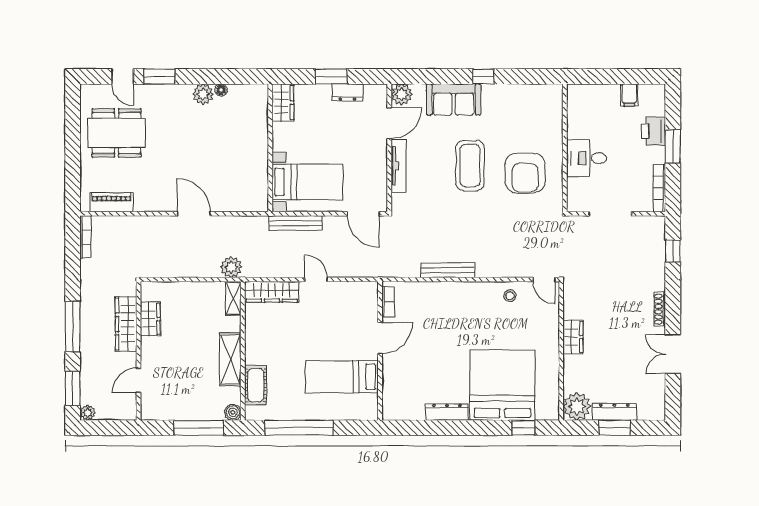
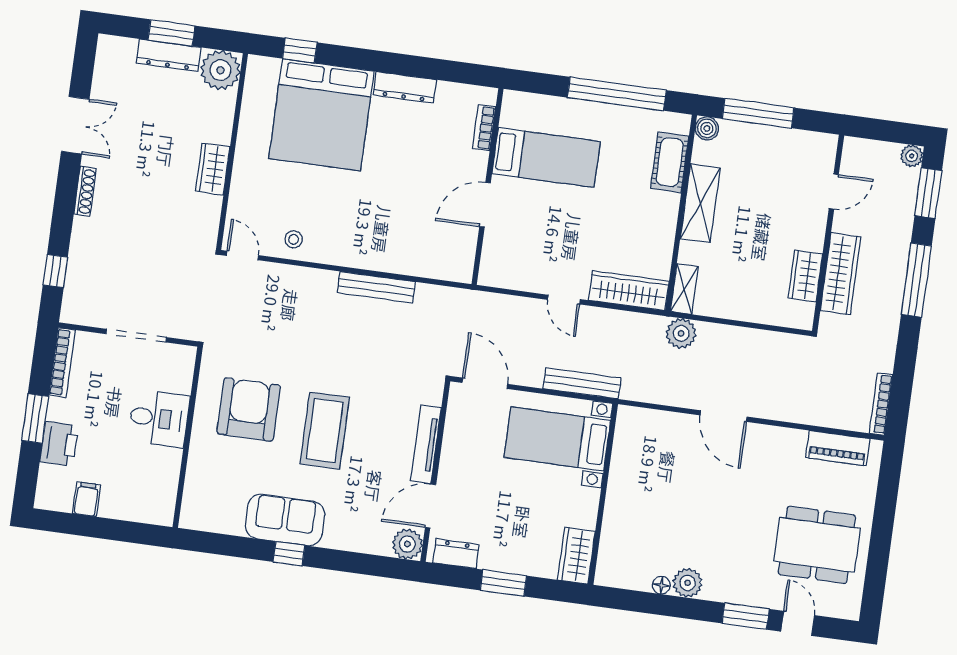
dresser: (347, 92) -> (456, 554), moved
sofa: (454, 99) -> (285, 520), moved
bookcase: (388, 302) -> (484, 128), moved

